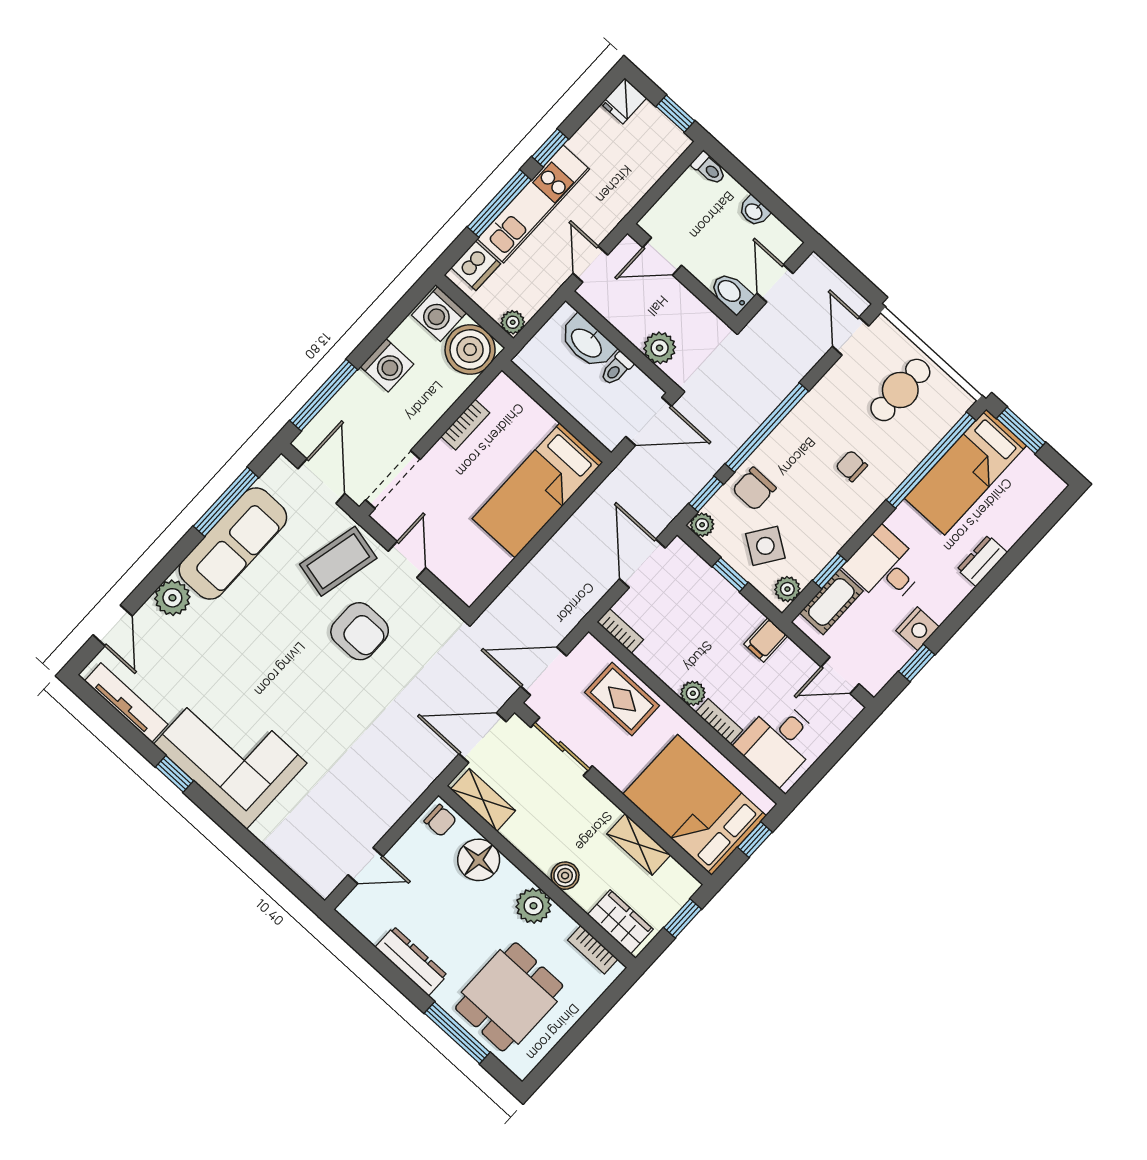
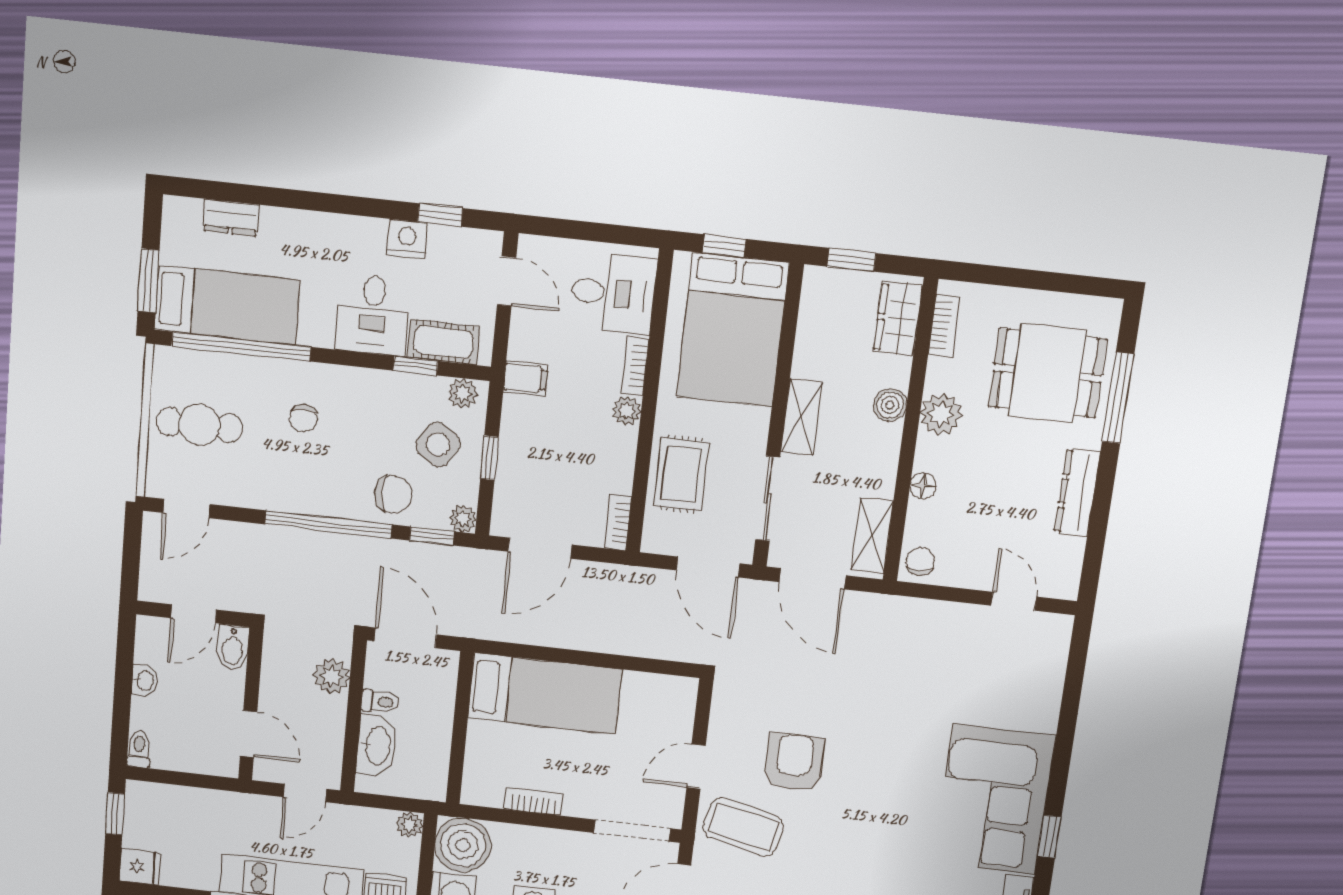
dresser: (982, 561) -> (231, 218), moved
shelving: (639, 844) -> (802, 417), moved
floor lamp: (479, 860) -> (923, 486), width x0.53, depth x0.53

